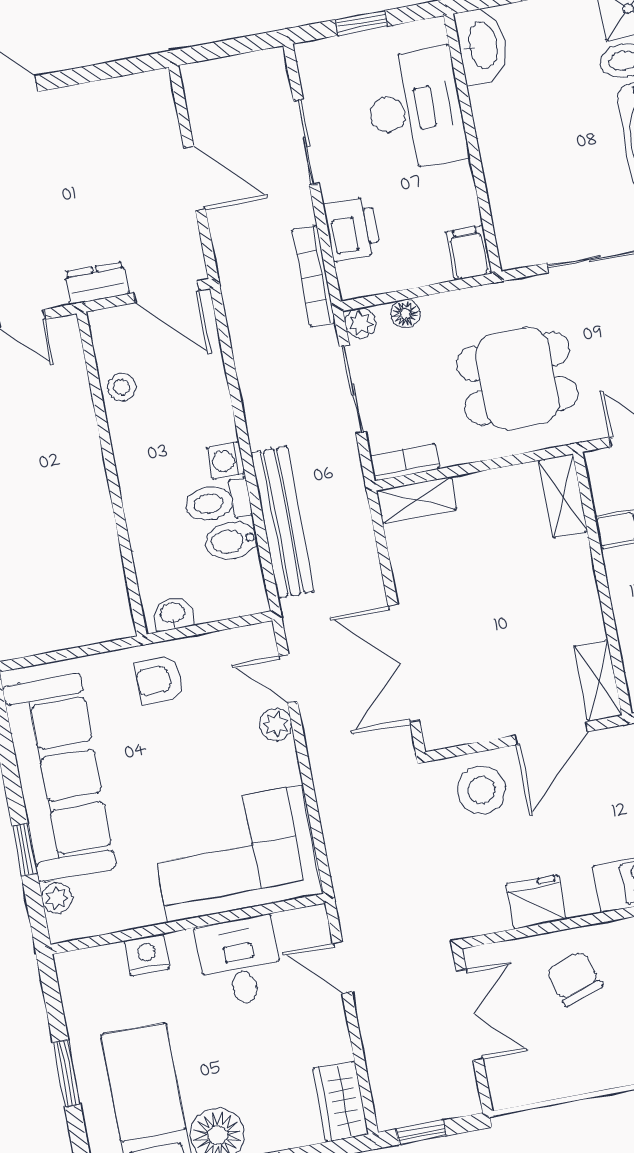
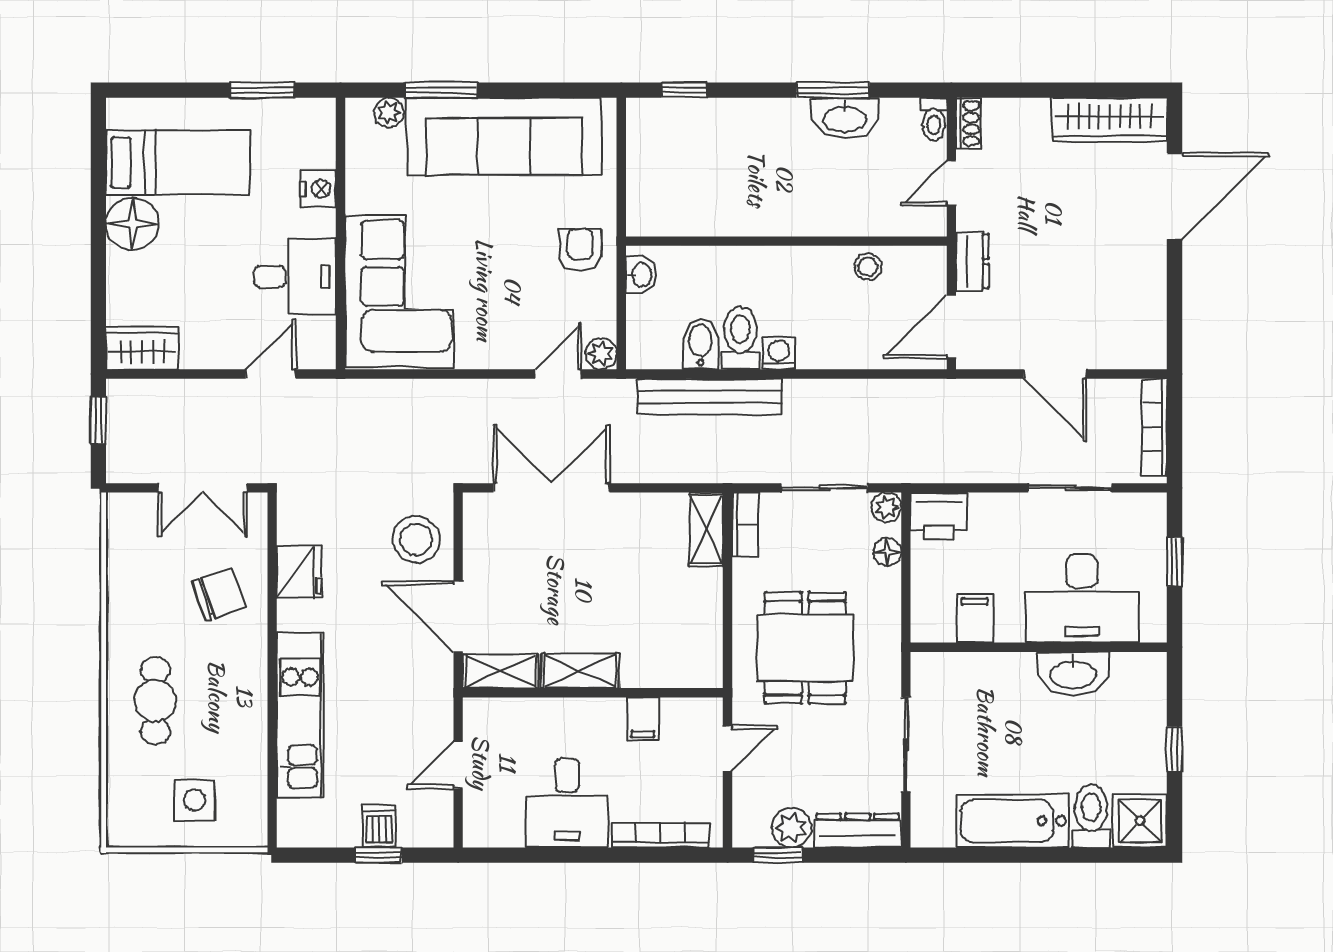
washbasin: (482, 46) -> (1073, 674), moved
door: (195, 179) -> (1055, 374), hinge flipped
printer: (352, 229) -> (939, 516), moved
filing cabinet: (469, 253) -> (975, 618), moved, turned -90
bookcase: (314, 276) -> (1155, 427), moved, turned -90
shelving: (563, 496) -> (580, 671), moved
plant: (276, 724) -> (601, 354), moved
window: (25, 850) -> (441, 90), width x1.50
window: (66, 1073) -> (262, 90), moved

